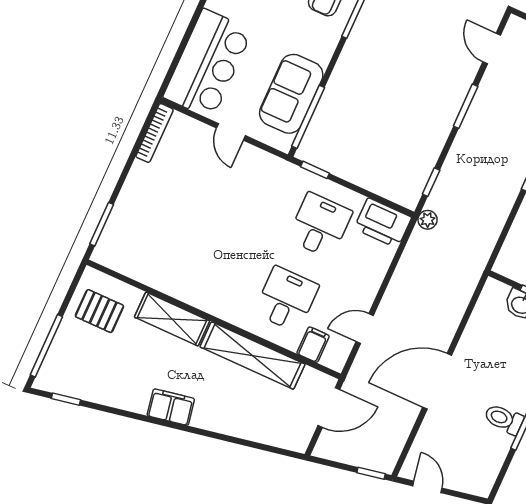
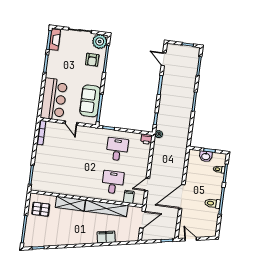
printer: (383, 223) -> (146, 139), width x0.53, depth x0.68
filing cabinet: (171, 407) -> (106, 237), moved

